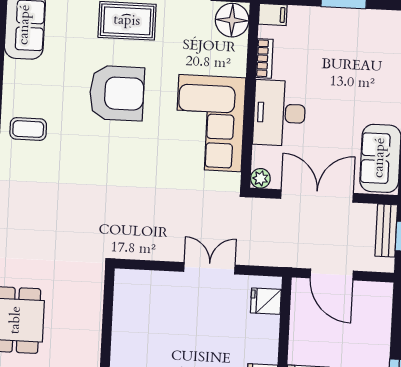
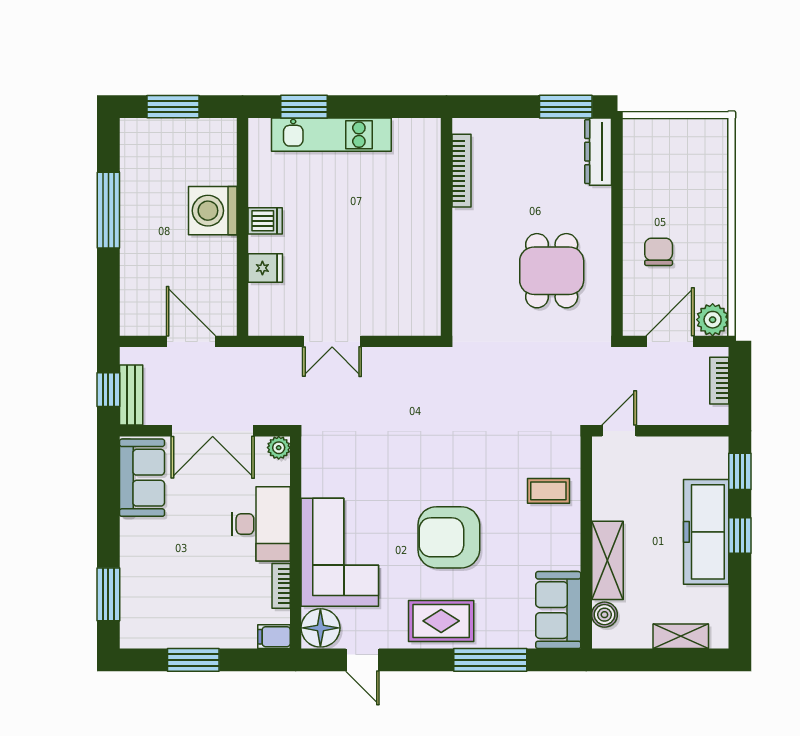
corner sofa: (210, 123) -> (340, 552), moved
fridge: (266, 301) -> (265, 268), moved

